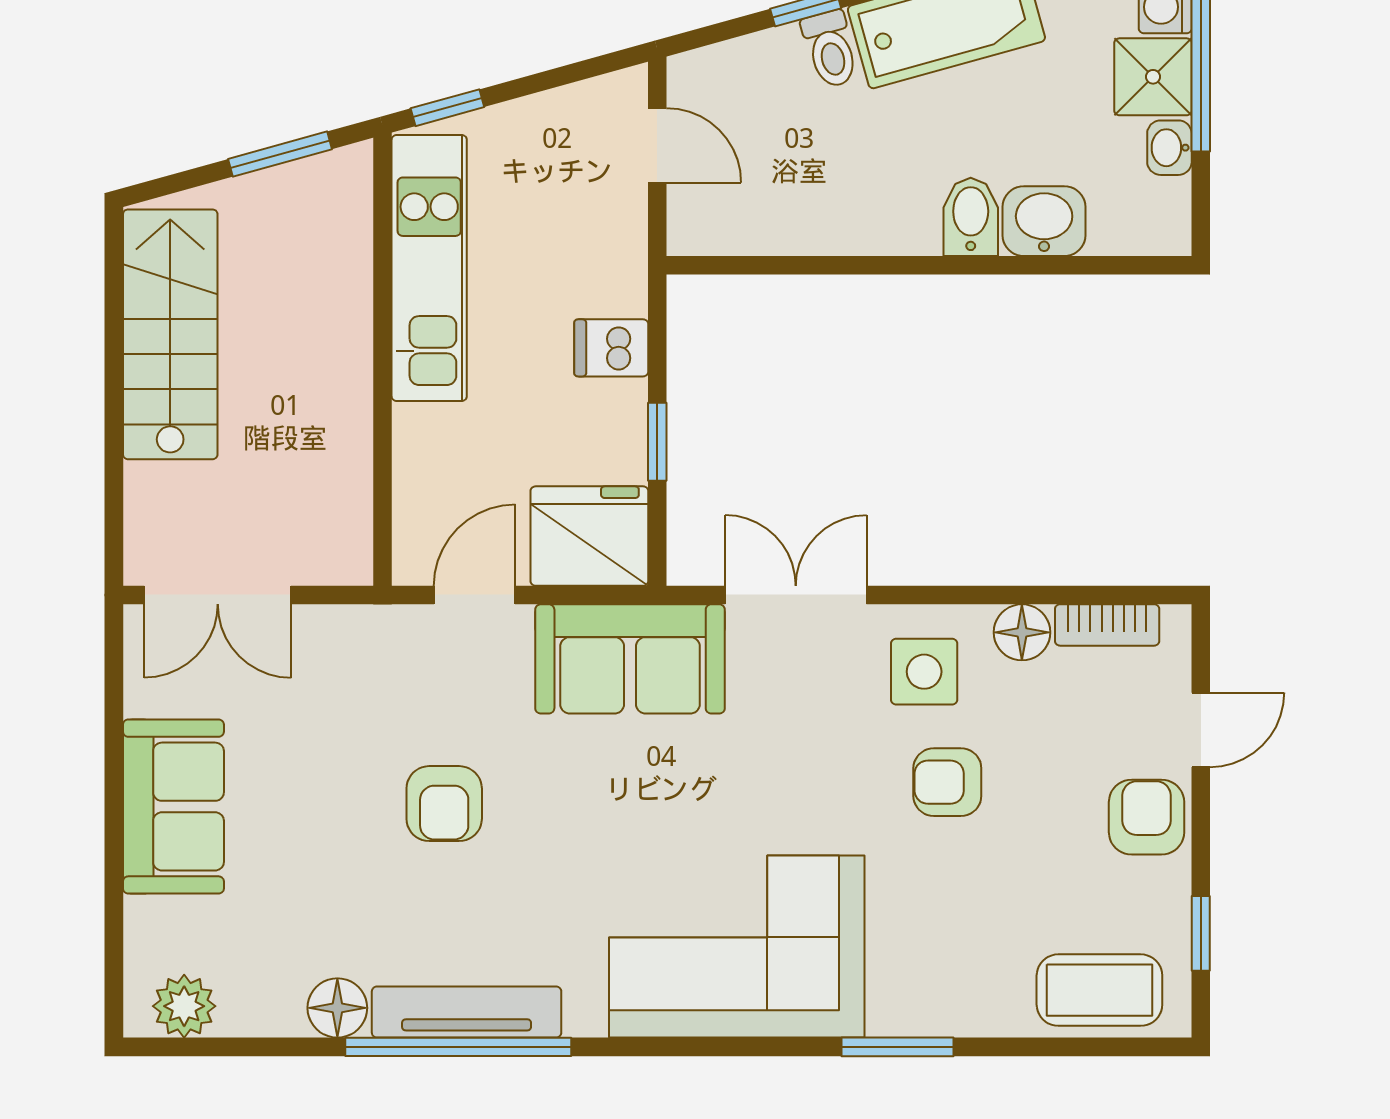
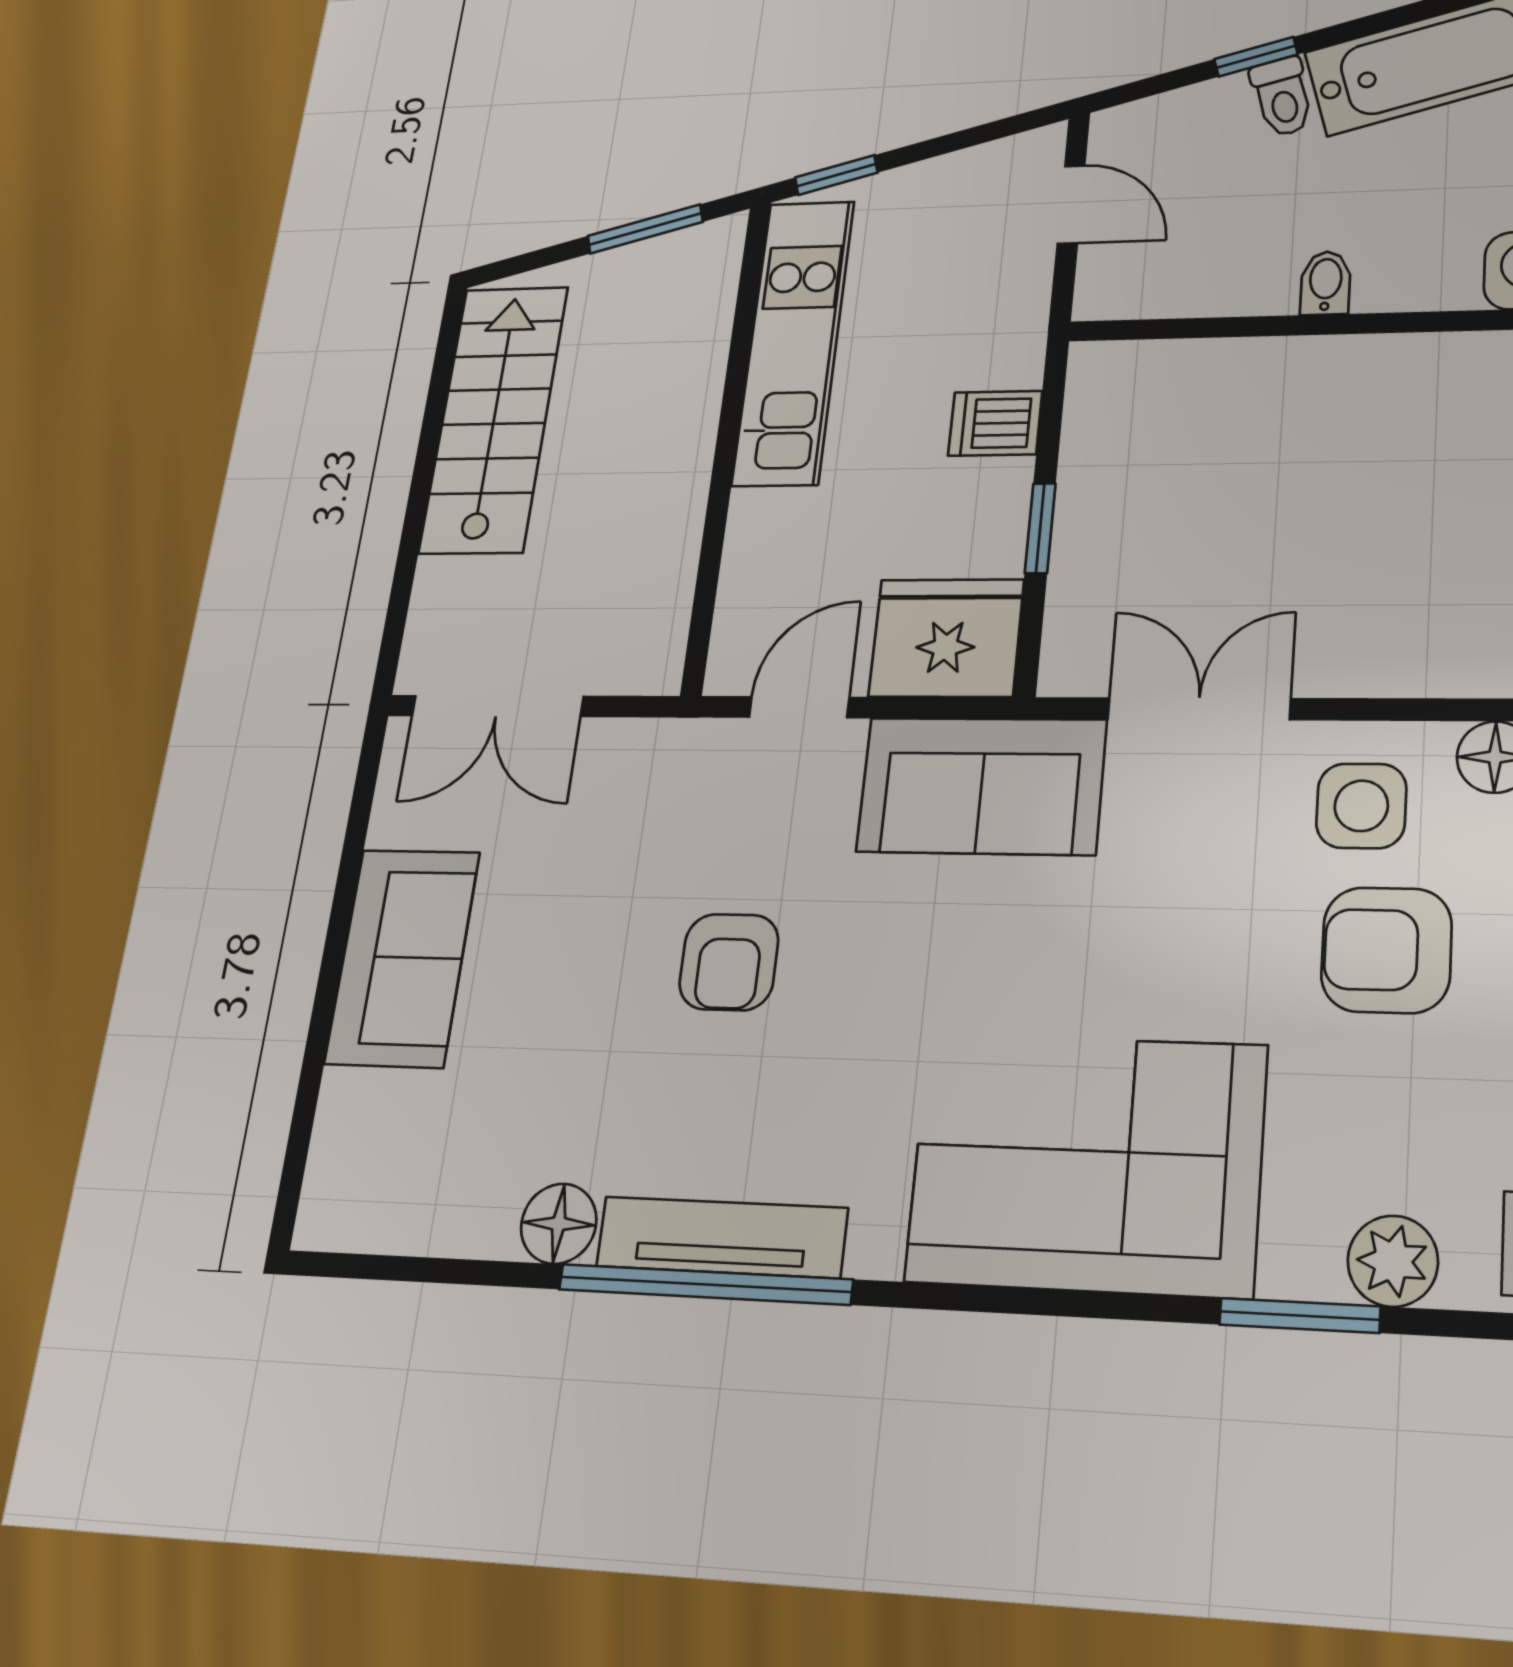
bidet: (971, 217) -> (1326, 283), moved, width x0.72, depth x0.74
armchair: (947, 782) -> (1386, 950), width x1.38, depth x1.38
plant: (184, 1006) -> (1393, 1261), moved

